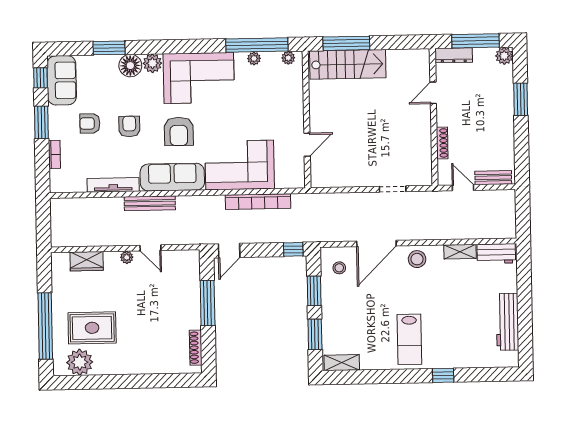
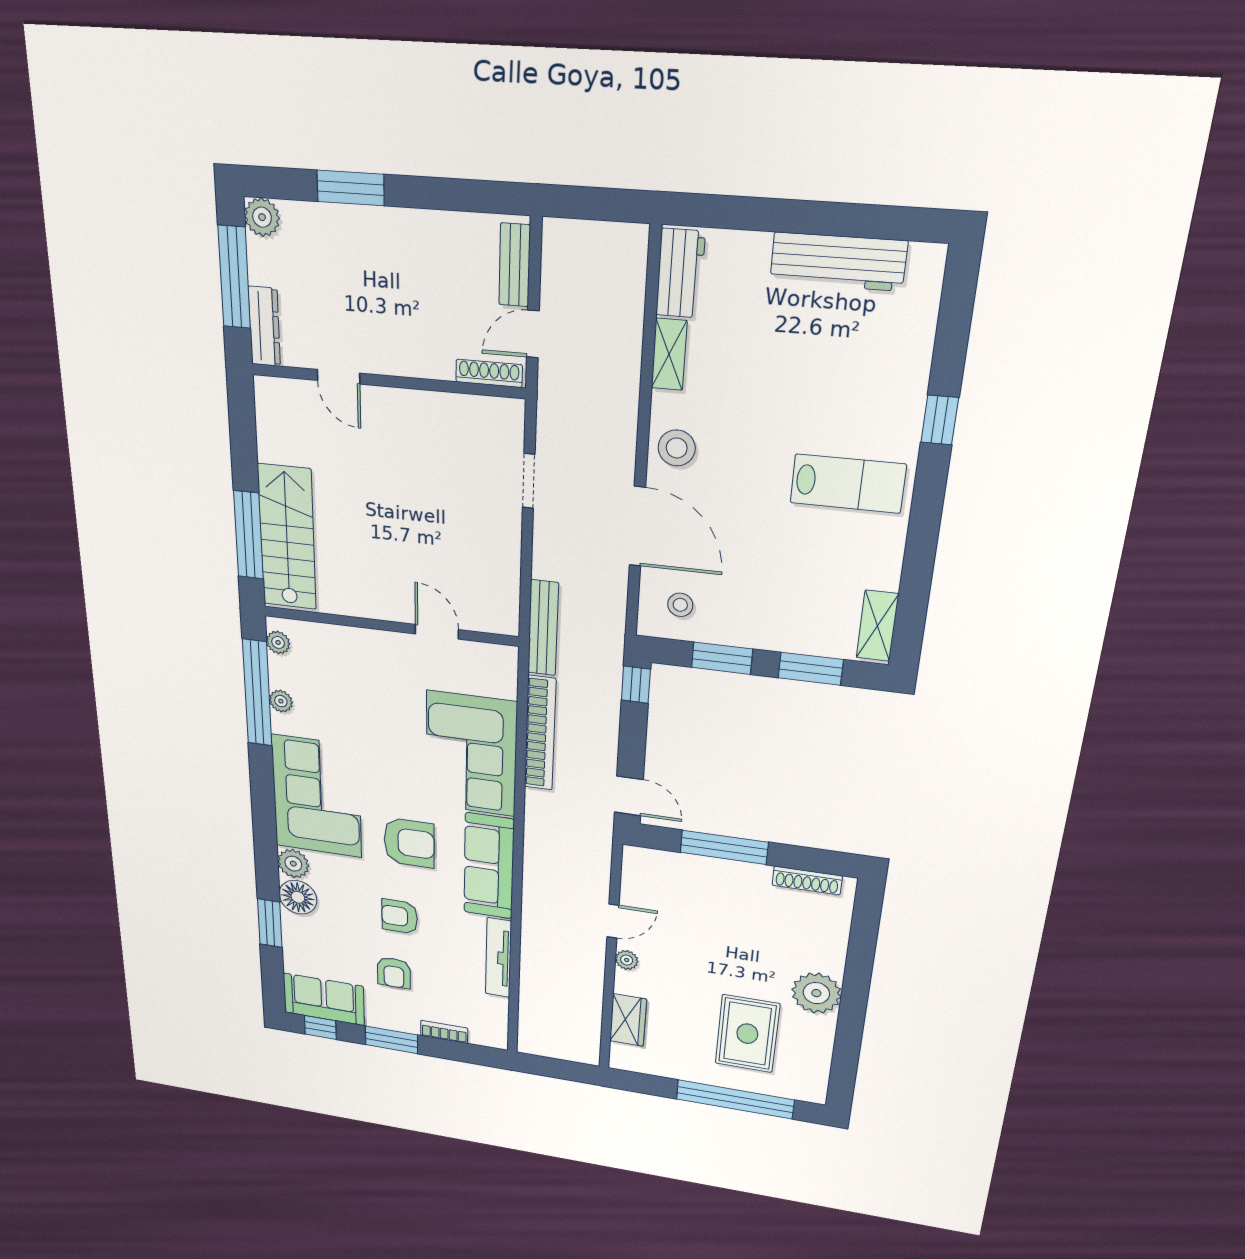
shoe rack: (442, 143) -> (489, 373), moved
bench: (150, 203) -> (543, 628), moved
plant: (80, 362) -> (816, 993), moved

